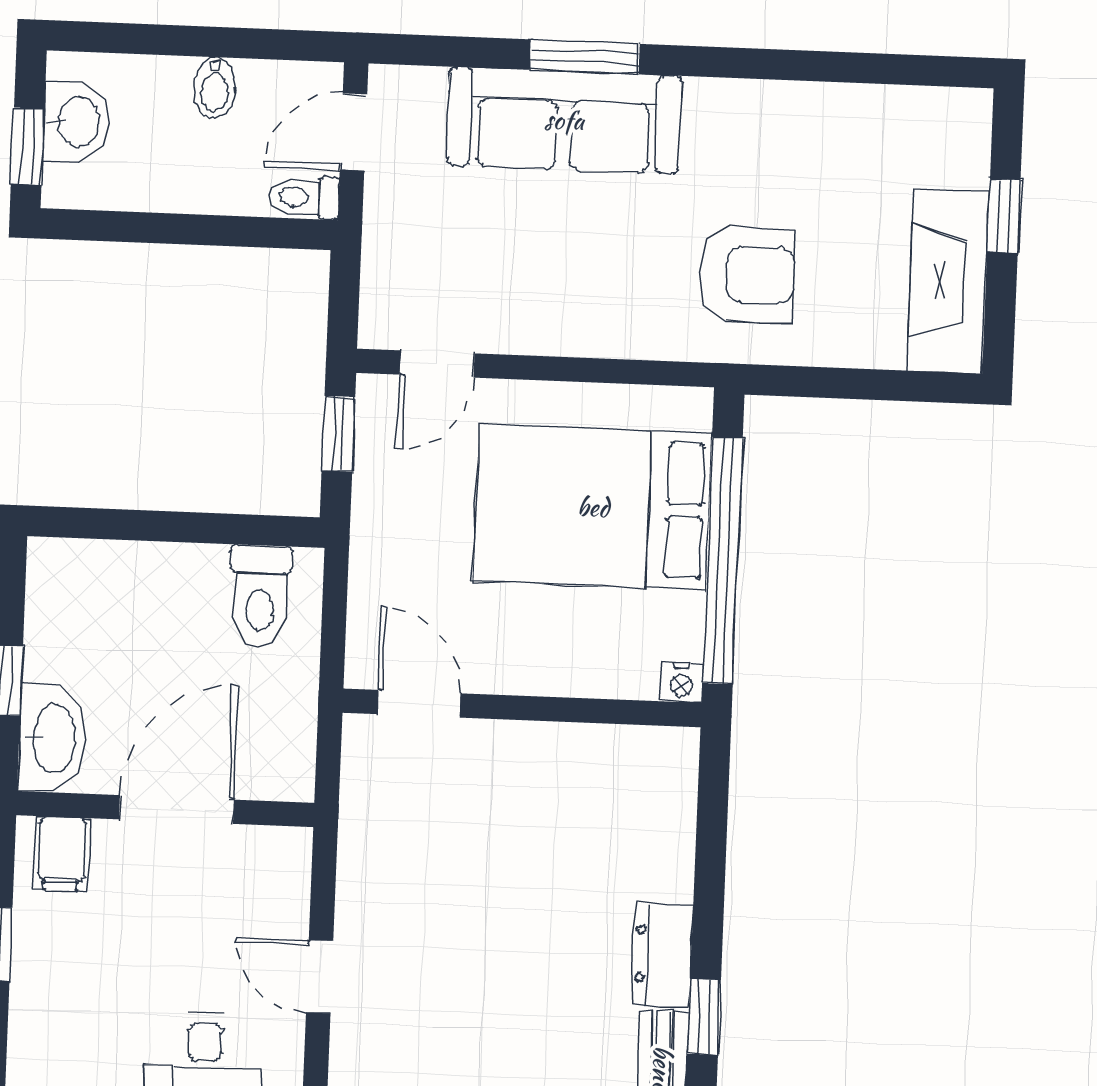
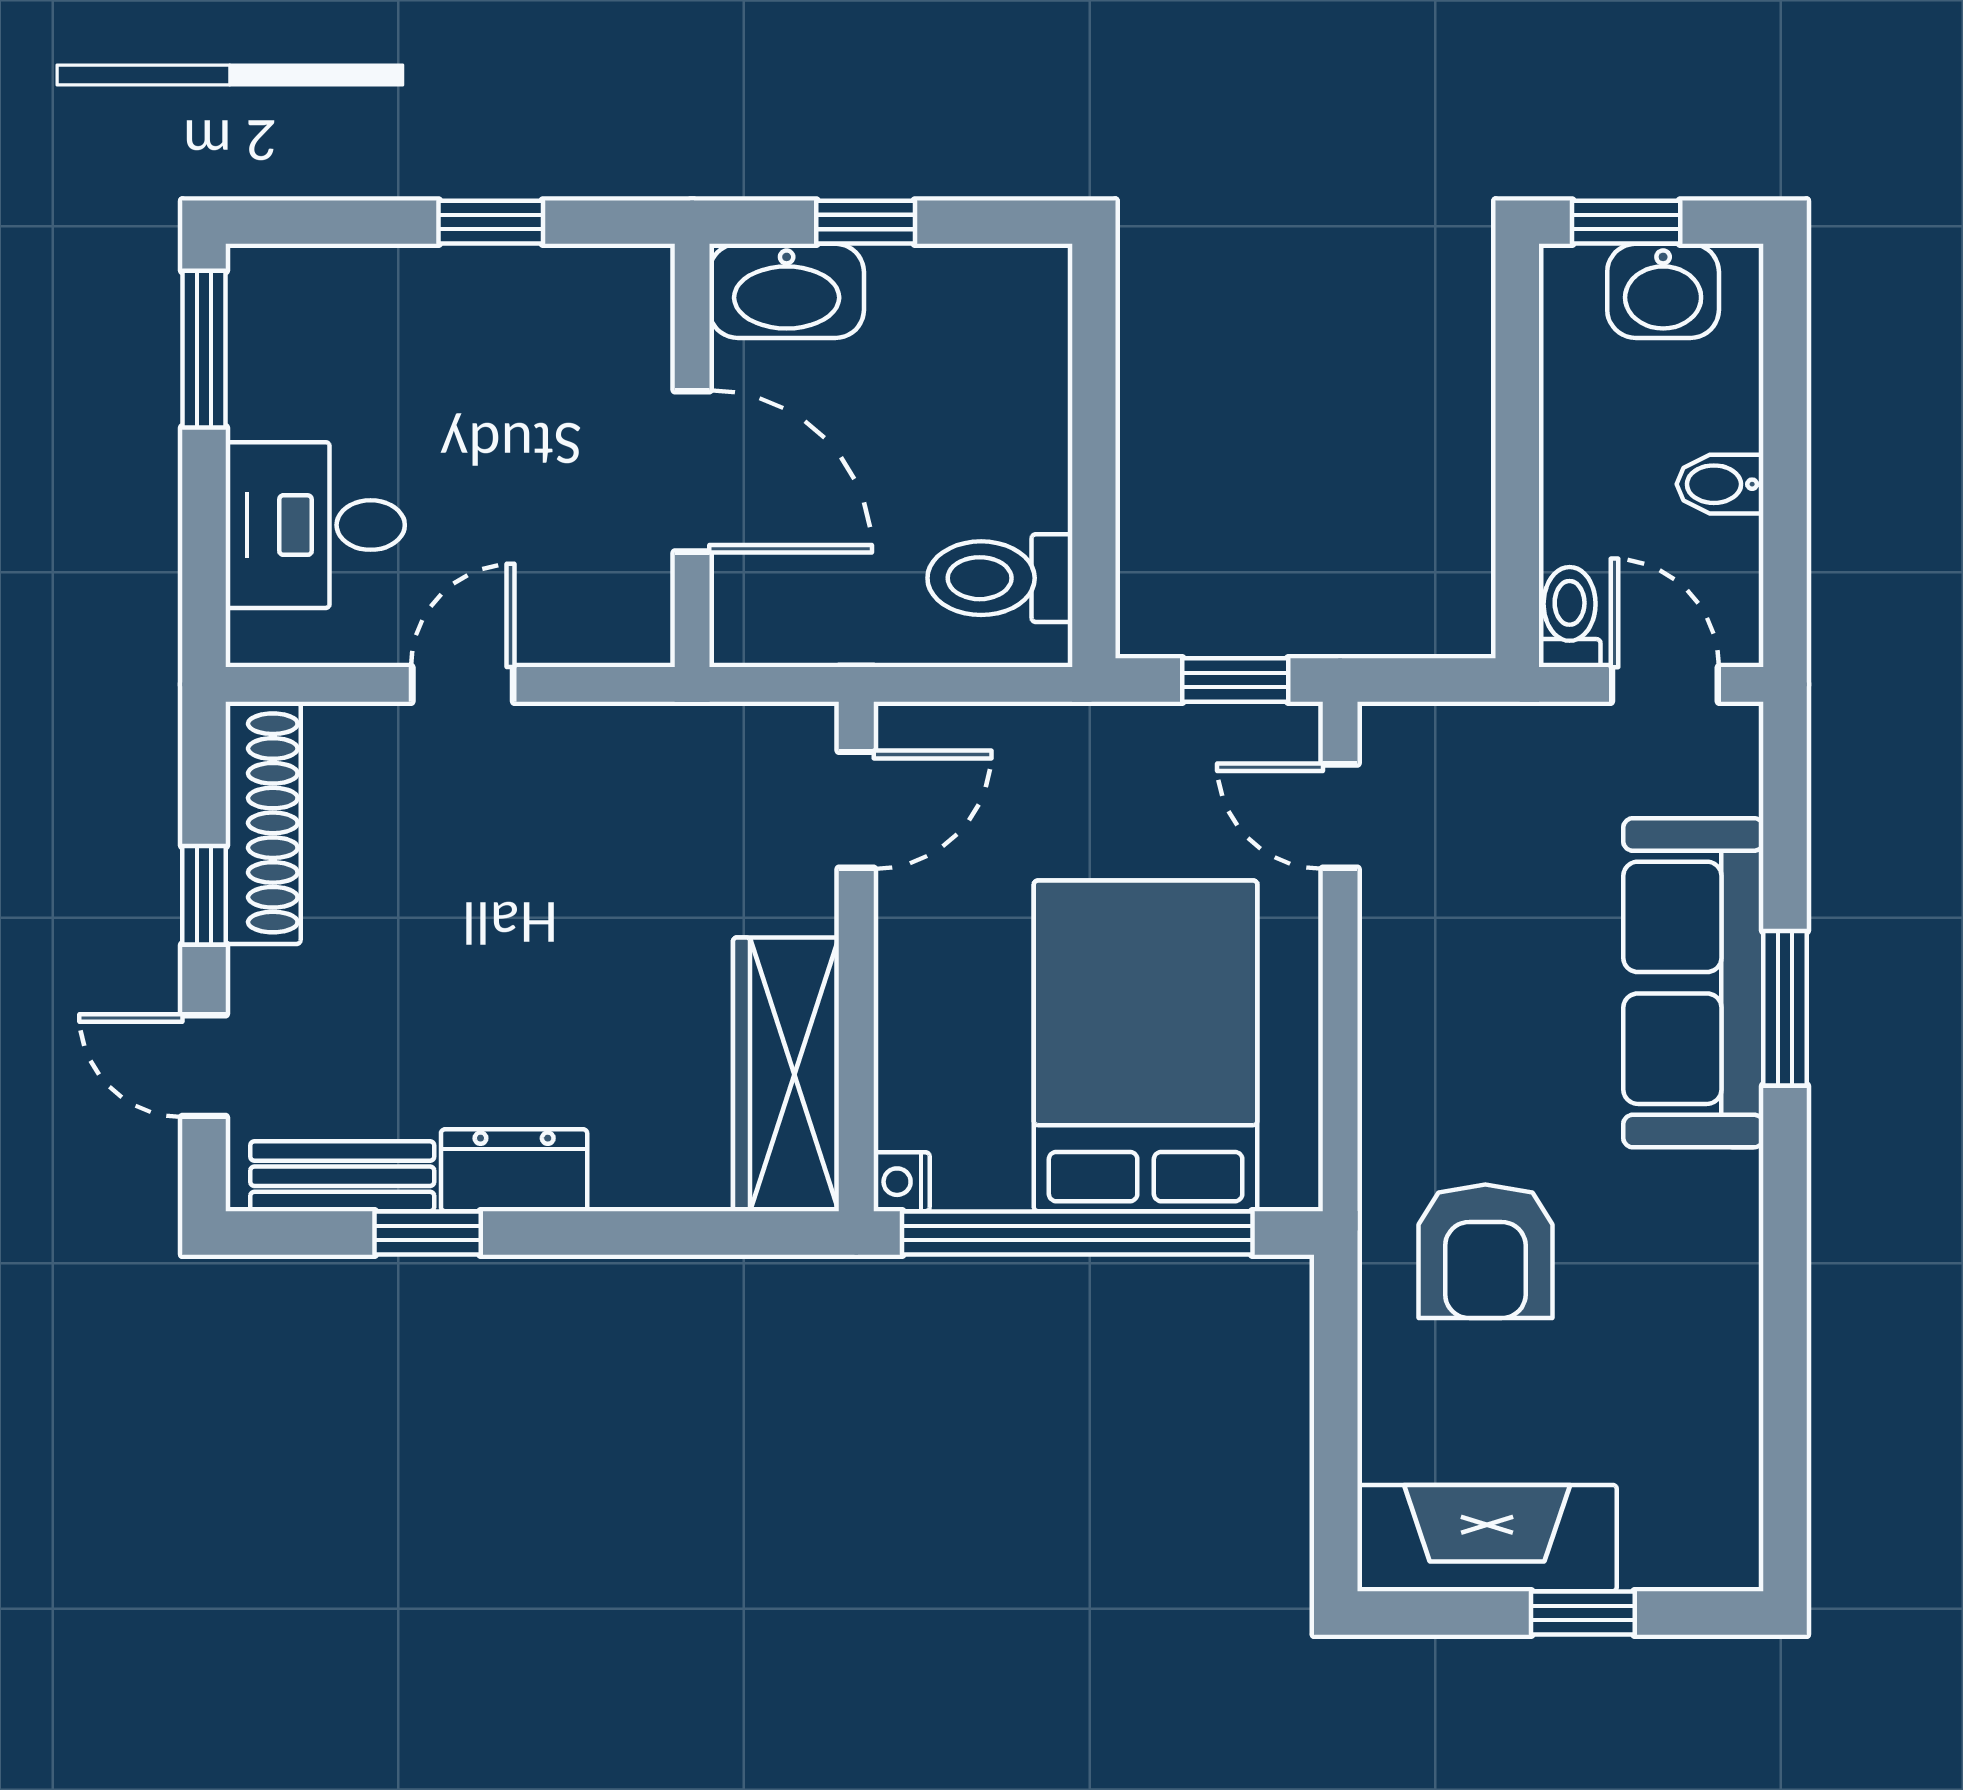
wardrobe: (603, 761) -> (786, 1074), added
filing cabinet: (62, 854) -> (623, 311), removed

